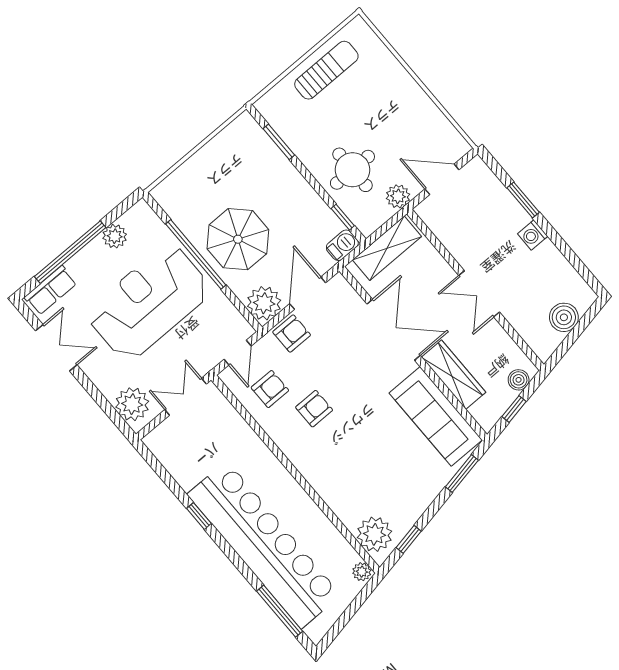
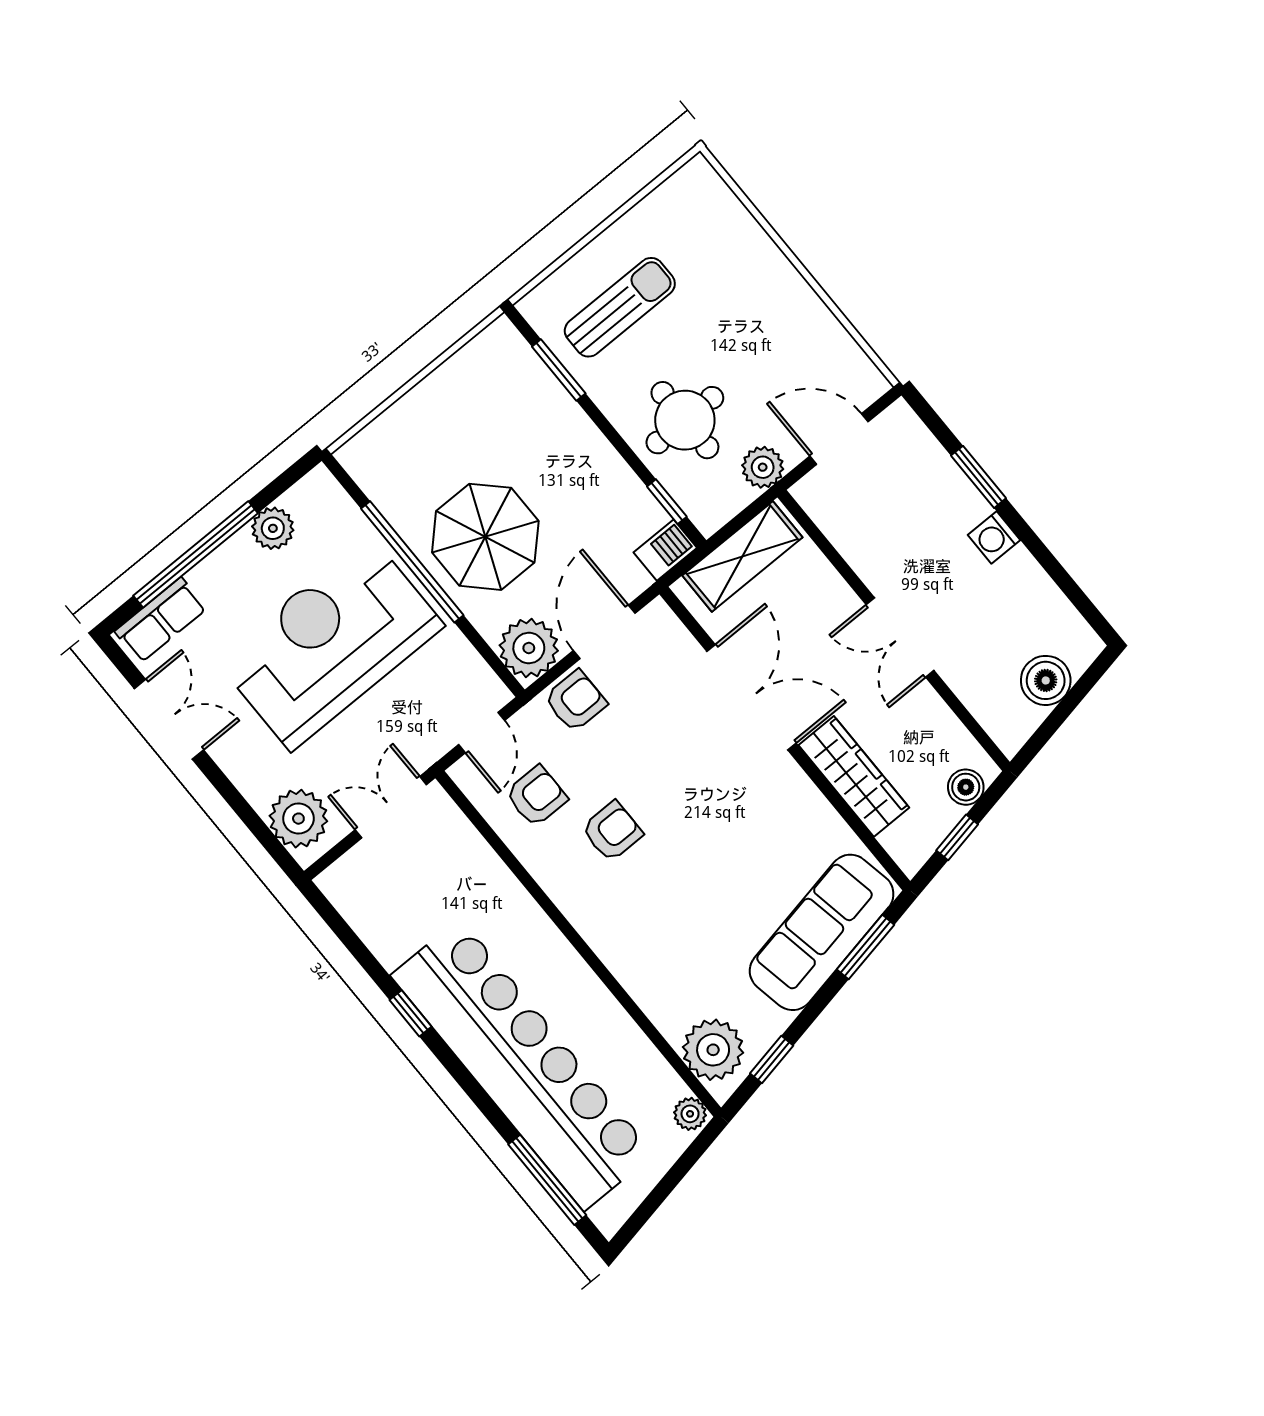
sun lounger: (326, 70) -> (620, 307), moved
sofa: (436, 416) -> (822, 932), moved, turned 79

